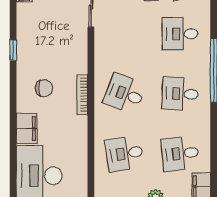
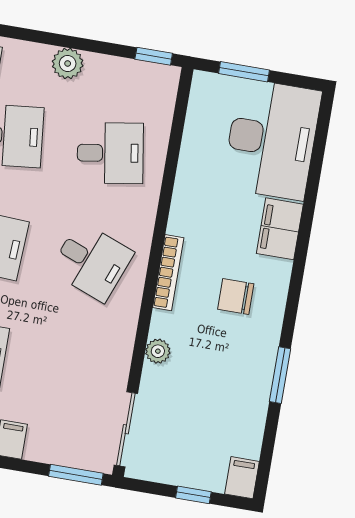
window: (13, 50) -> (280, 375), width x1.50
plant: (81, 52) -> (158, 351), added

